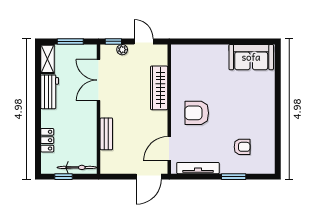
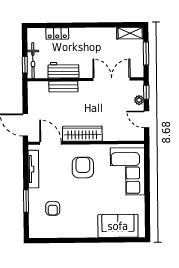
door: (144, 41) -> (147, 119), swing flipped
sofa: (251, 57) -> (118, 226), moved, turned 90
corner sofa: (202, 63) -> (128, 171), added
wardrobe: (159, 88) -> (82, 134), moved
workbench: (50, 92) -> (63, 70), moved, turned 180
window: (64, 177) -> (25, 65), moved

